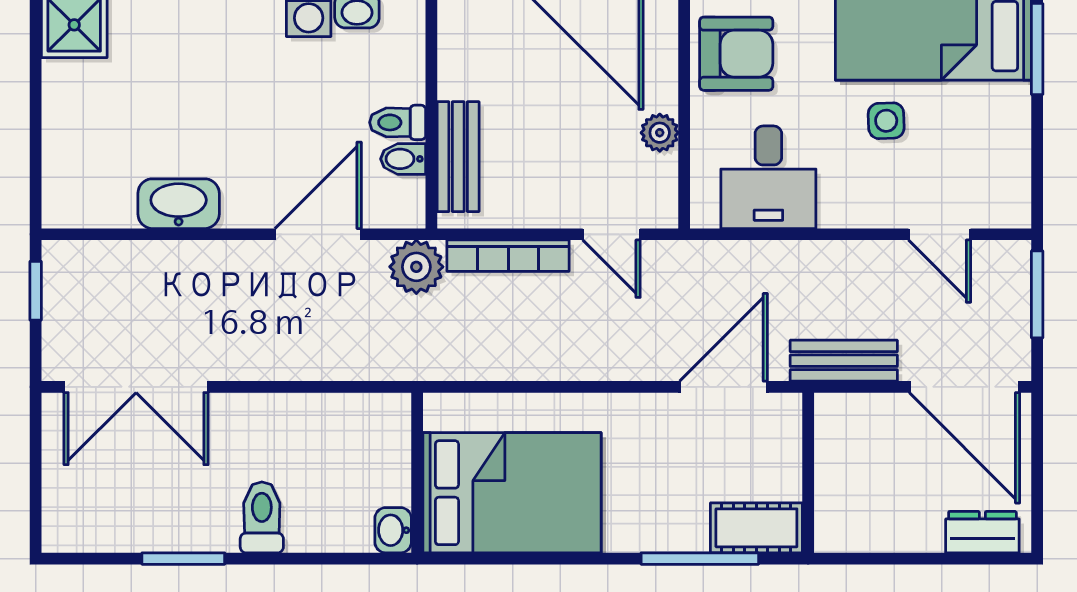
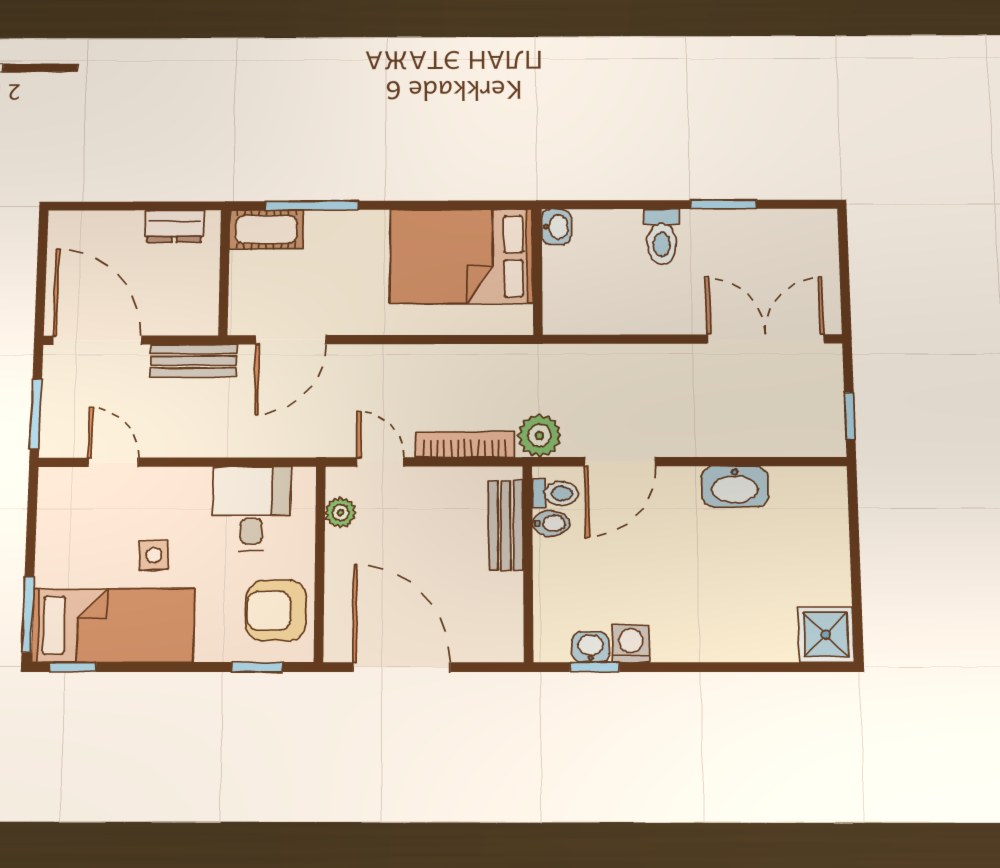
toilet: (398, 122) -> (555, 494), moved
plant: (660, 133) -> (340, 513), moved
dresser: (982, 532) -> (174, 226), moved

